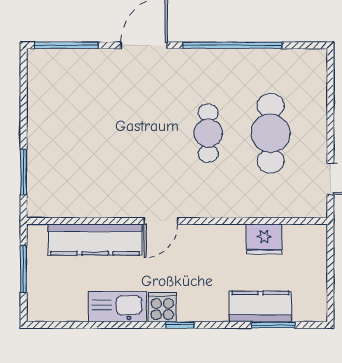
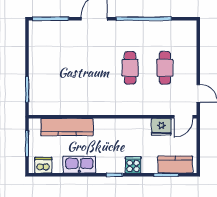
cafe table: (271, 133) -> (165, 68), width x0.73, depth x0.74
door: (161, 221) -> (183, 117), moved
cooker: (162, 307) -> (133, 165), moved
kitchen counter: (260, 307) -> (175, 165), moved
dishwasher: (53, 308) -> (43, 165), added

